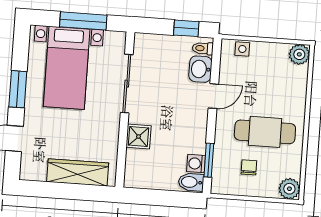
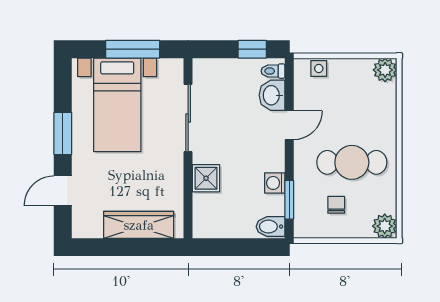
washing machine: (196, 164) -> (275, 183), moved

